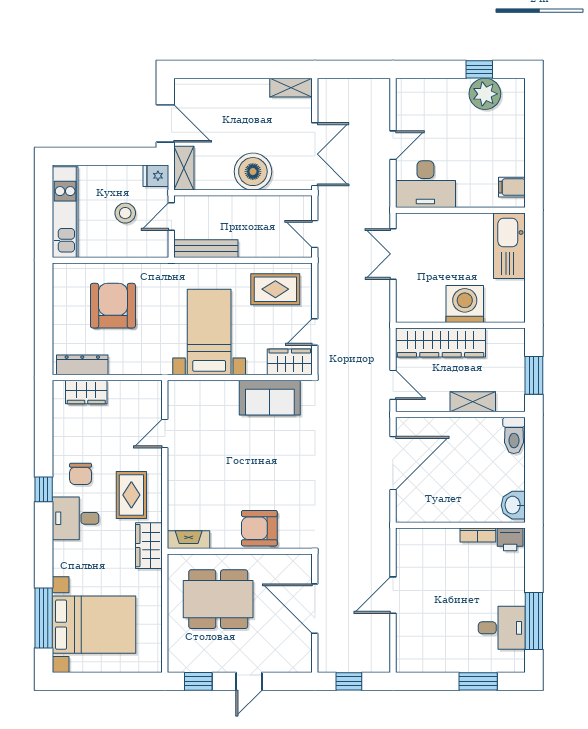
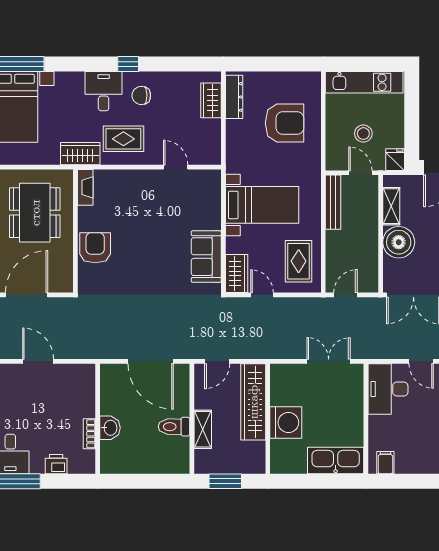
shelving: (184, 168) -> (391, 206), moved, turned 90
toilet: (514, 435) -> (174, 427), moved
washbasin: (513, 505) -> (110, 428), moved, turned 90
printer: (510, 539) -> (56, 464), moved, turned 90

